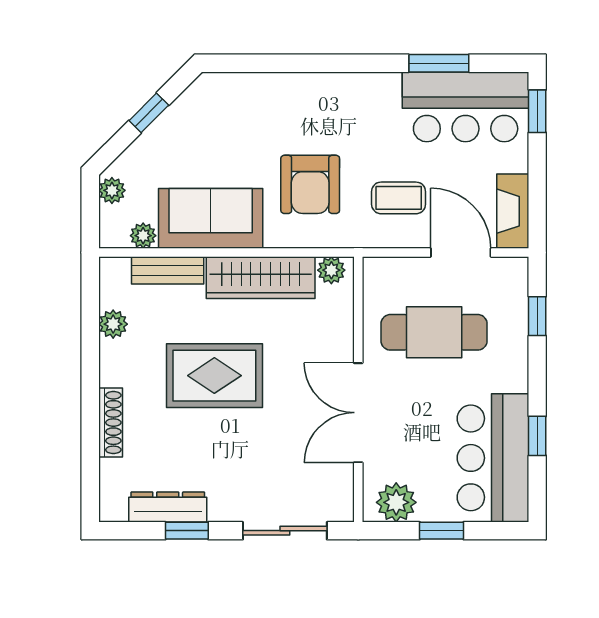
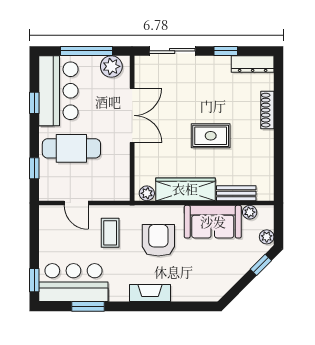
window: (149, 113) -> (261, 265), moved
coffee table: (399, 198) -> (110, 233), turned 90
fireplace: (513, 211) -> (150, 293), moved, turned -90
door: (461, 252) -> (76, 203), width x0.73
plant: (113, 324) -> (266, 164), removed
cafe table: (434, 332) -> (71, 148), moved
rug: (214, 376) -> (211, 136), width x0.73, depth x0.70
dresser: (168, 507) -> (253, 64), moved
window: (442, 531) -> (87, 51), width x2.17

